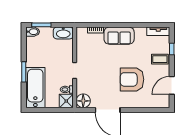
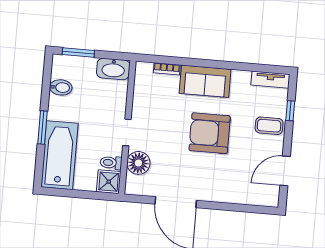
bidet: (33, 32) -> (61, 87), moved
armchair: (132, 79) -> (210, 133), moved
floor lamp: (83, 101) -> (138, 163), moved

